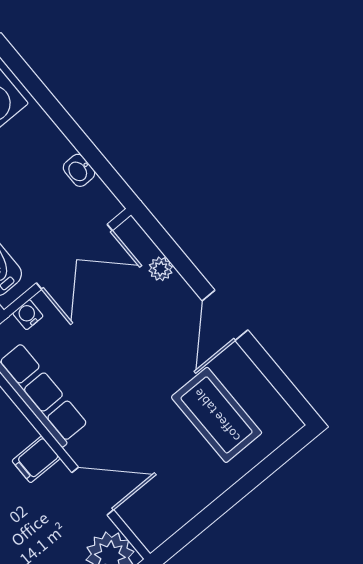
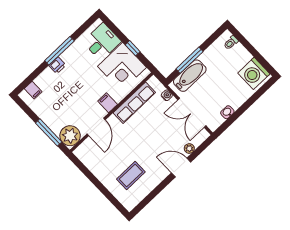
door: (225, 315) -> (181, 168), moved
coffee table: (217, 415) -> (131, 176), width x0.73, depth x0.76

